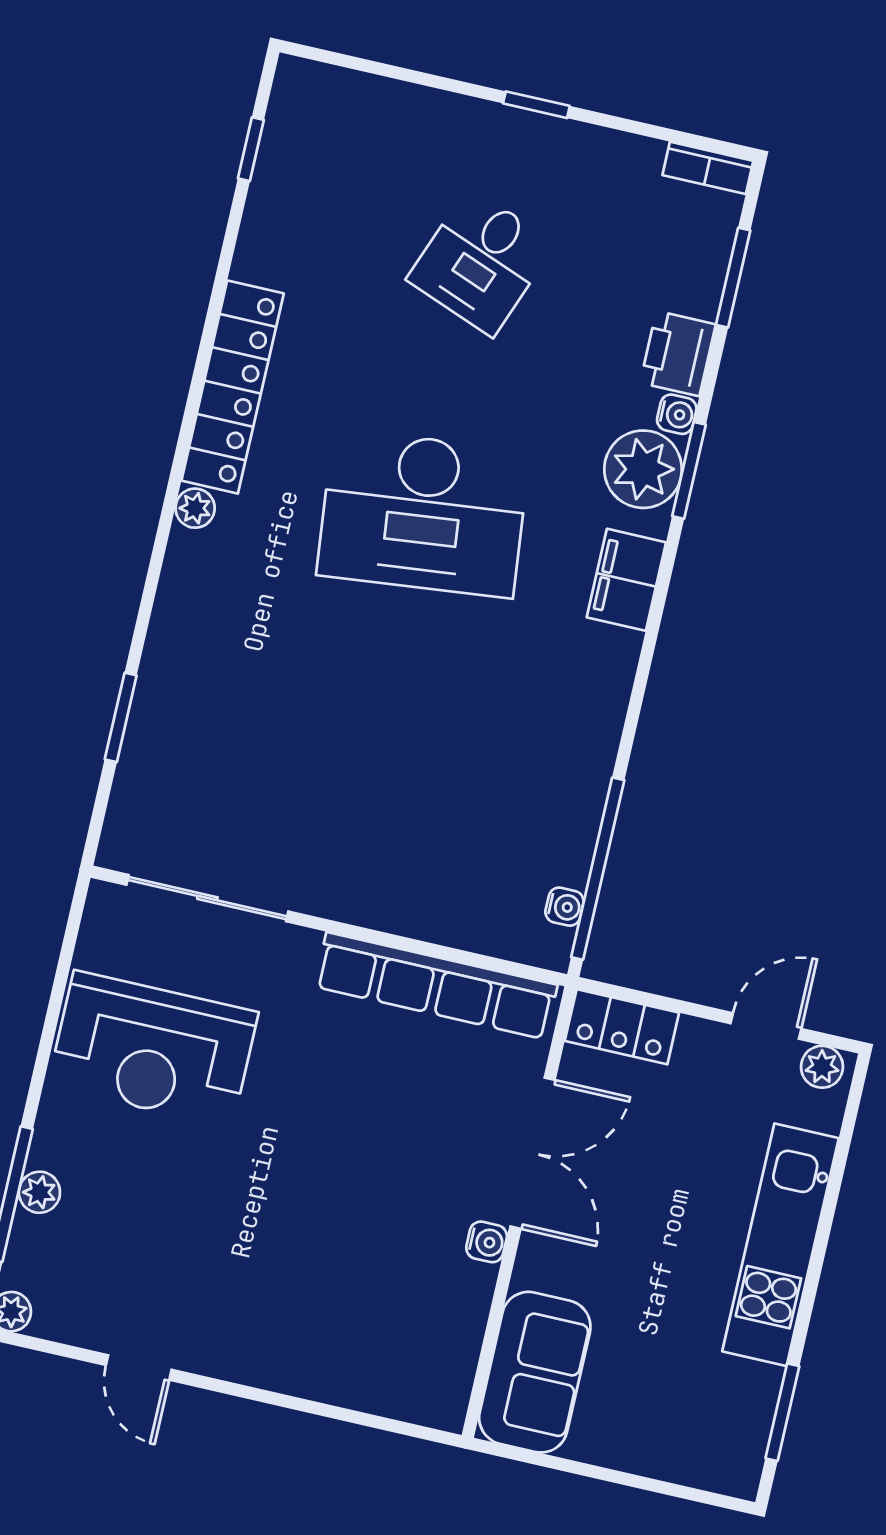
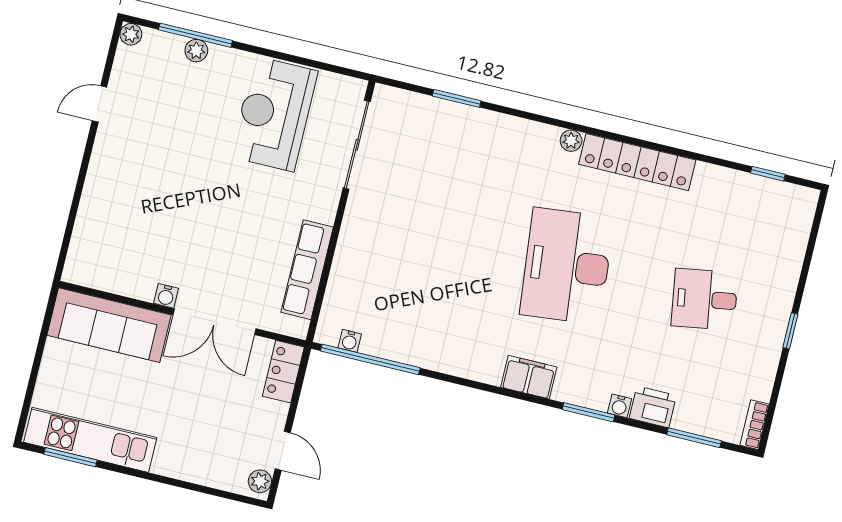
desk: (481, 262) -> (705, 299), turned -30
plant: (643, 469) -> (589, 387), removed
row of seats: (436, 986) -> (307, 270), width x0.73
kitchen unit: (780, 1245) -> (90, 440), moved
sofa: (535, 1372) -> (109, 325), width x1.36

